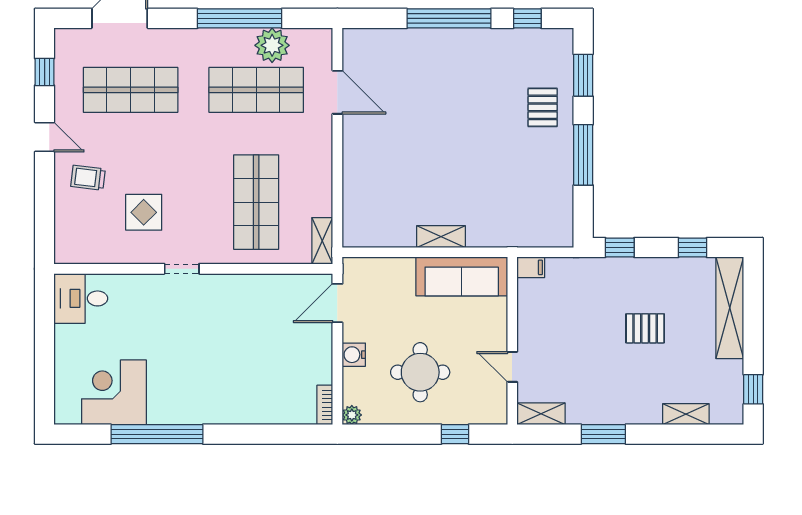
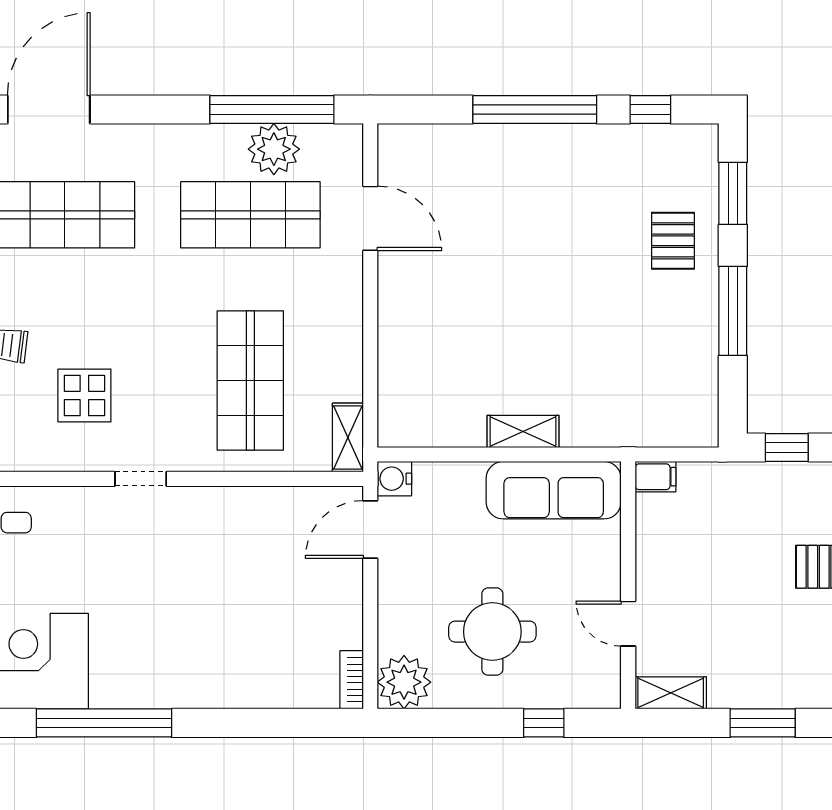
window: (239, 18) -> (272, 109), moved
water cooler: (354, 355) -> (394, 479), moved
plant: (352, 415) -> (404, 682), width x1.88, depth x1.88

